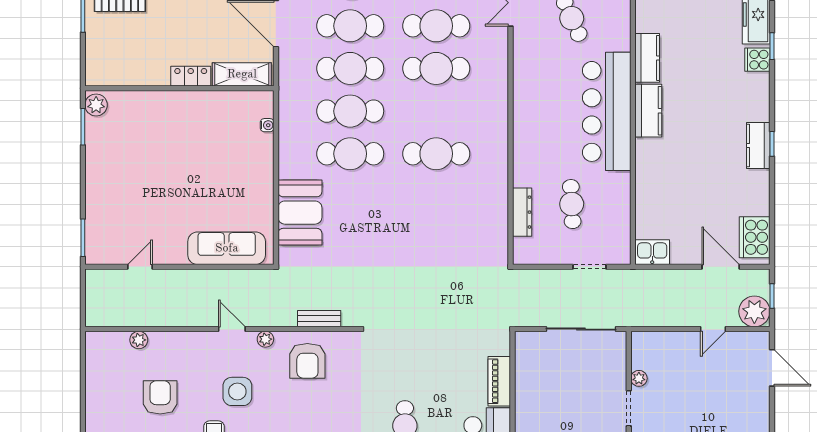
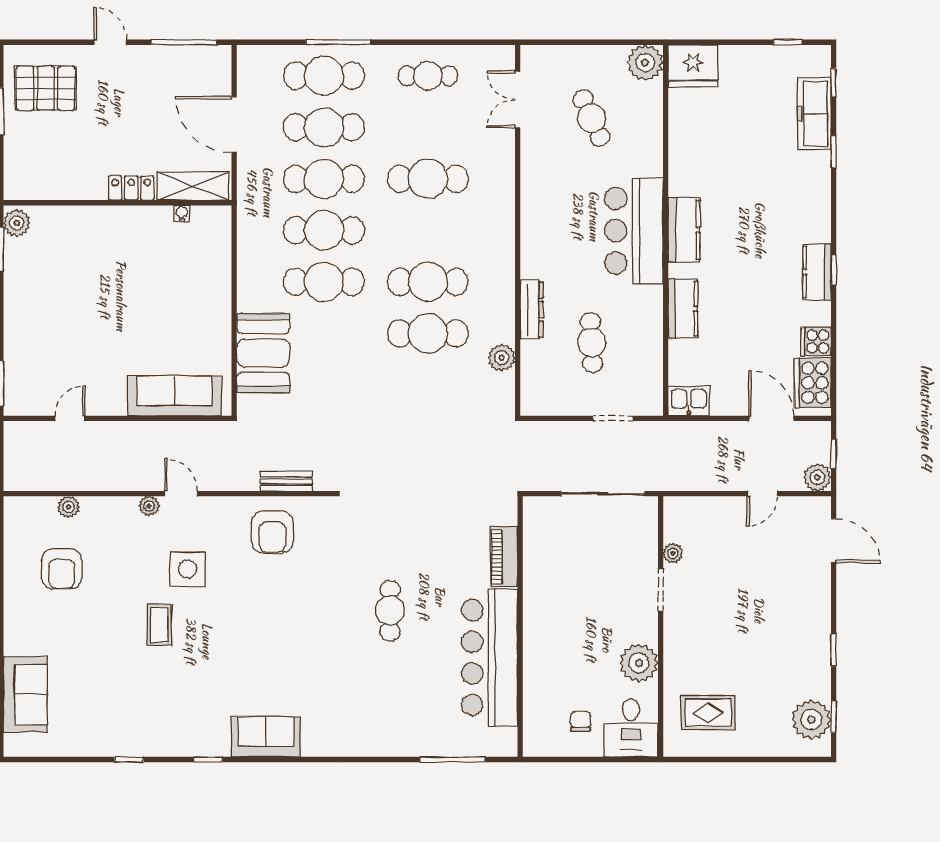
cafe table: (436, 26) -> (428, 333), moved
kitchen counter: (647, 58) -> (683, 309), moved
cooker: (757, 60) -> (816, 342), moved
bar counter: (607, 111) -> (634, 231), width x0.73
water cooler: (267, 125) -> (182, 213), moved, turned -90
dresser: (522, 212) -> (532, 310), moved
plant: (497, 217) -> (502, 358), added
plant: (754, 311) -> (817, 477), width x0.73, depth x0.73
plant: (265, 339) -> (149, 506), moved
armchair: (160, 397) -> (62, 569), moved, turned 180

